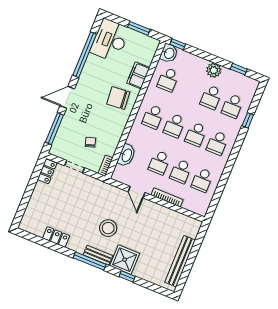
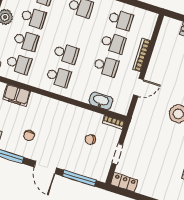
chair: (118, 98) -> (29, 135), moved, width x0.54, depth x0.54
school desk: (196, 134) -> (26, 41), moved

